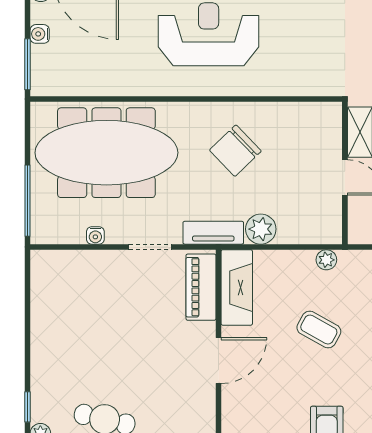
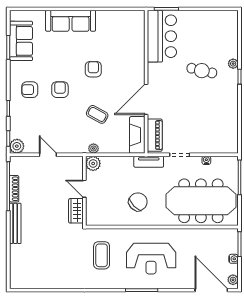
coffee table: (310, 41) -> (102, 255), added
plant: (261, 229) -> (93, 163), moved
door: (218, 360) -> (146, 99), width x1.36

